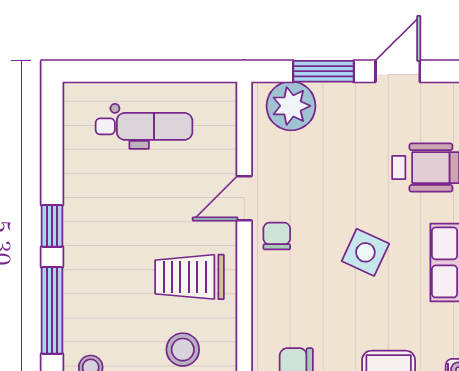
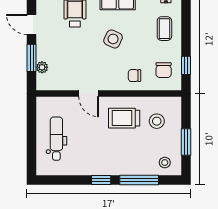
plant: (291, 106) -> (42, 67), width x0.53, depth x0.53
chair: (277, 236) -> (135, 76), moved
trolley: (190, 277) -> (124, 118), turned 90

